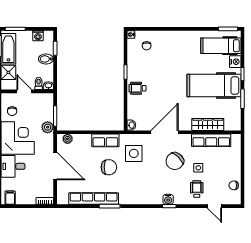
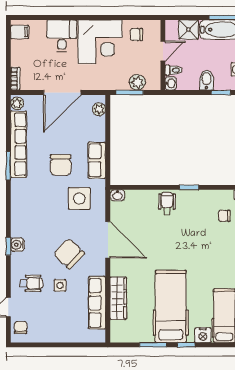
plant: (48, 127) -> (137, 82), moved
chair: (234, 185) -> (21, 327), moved
plant: (63, 200) -> (17, 103), added

